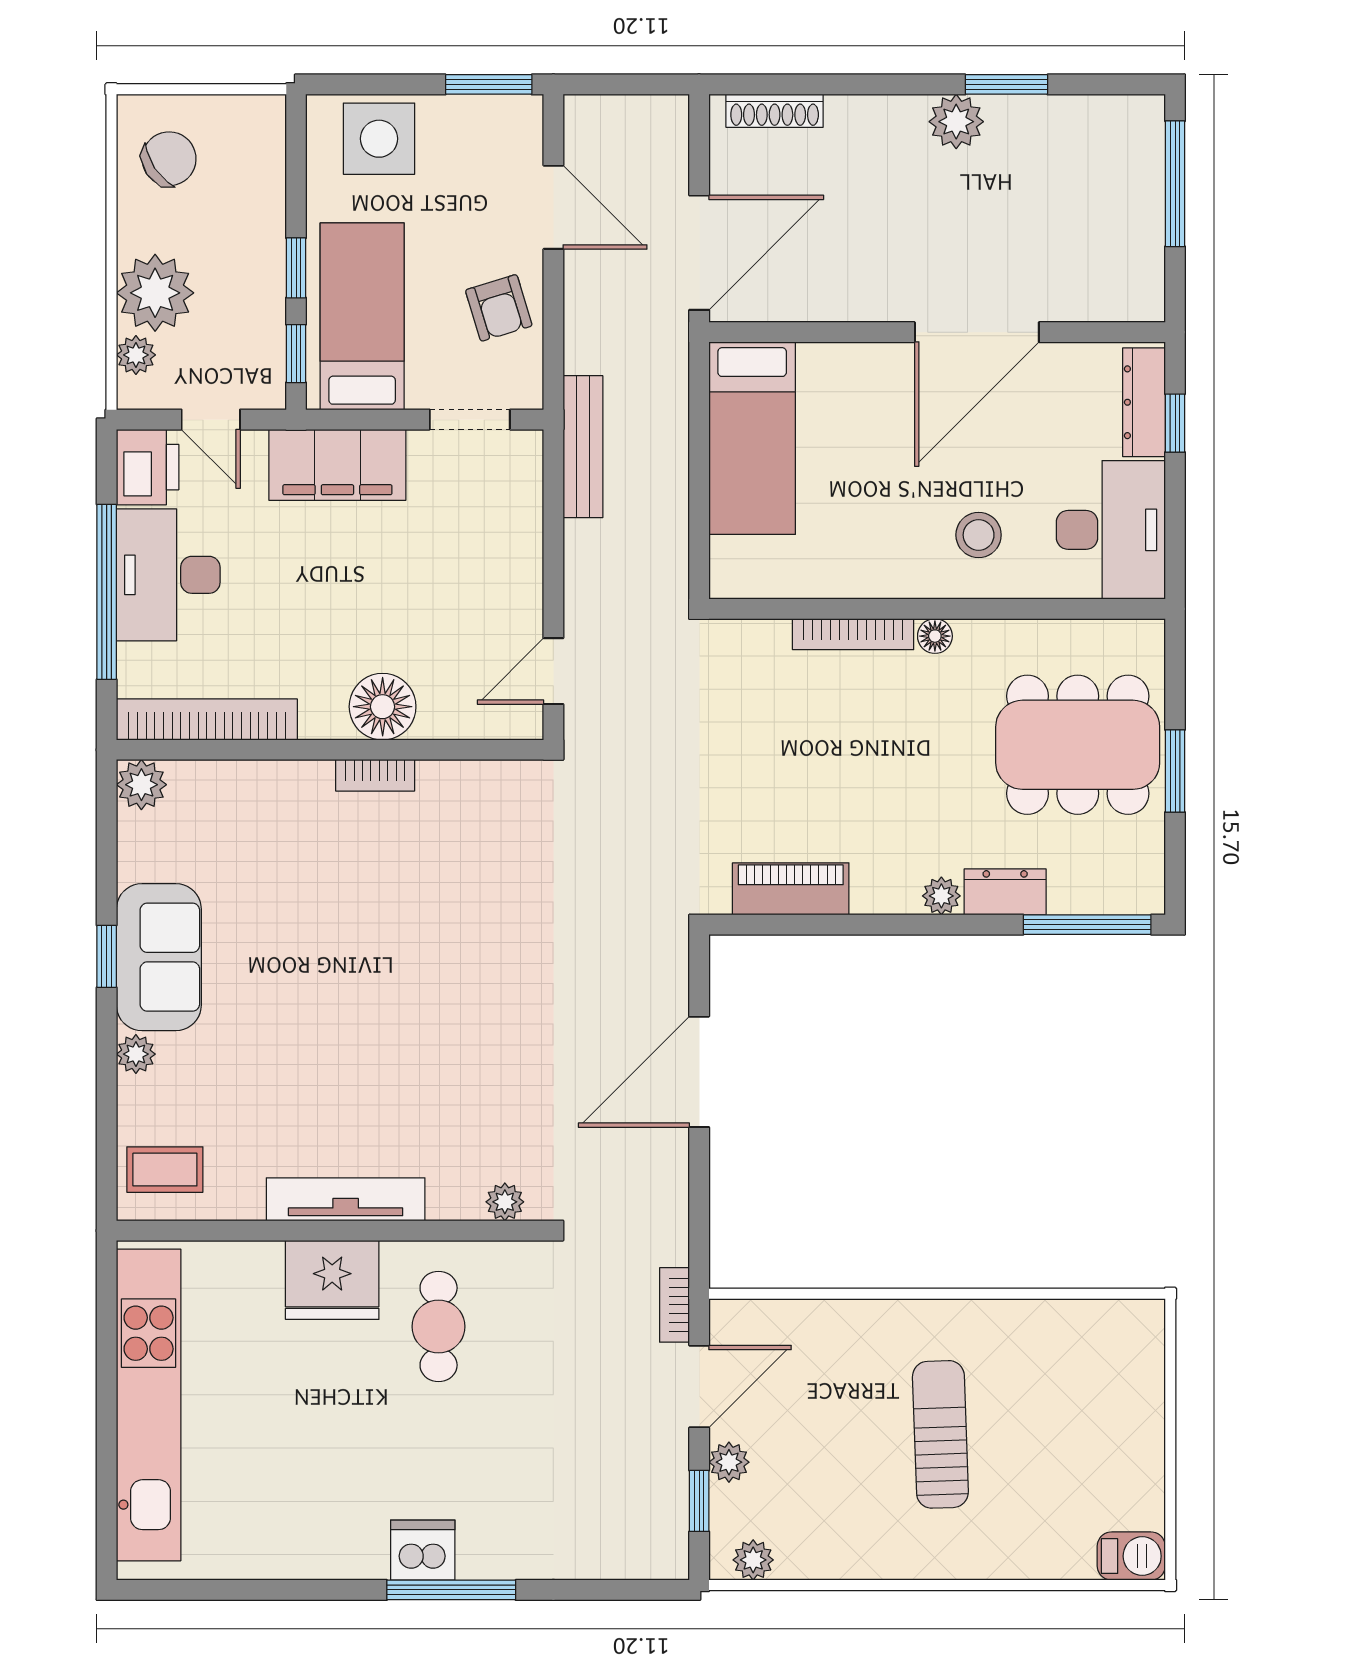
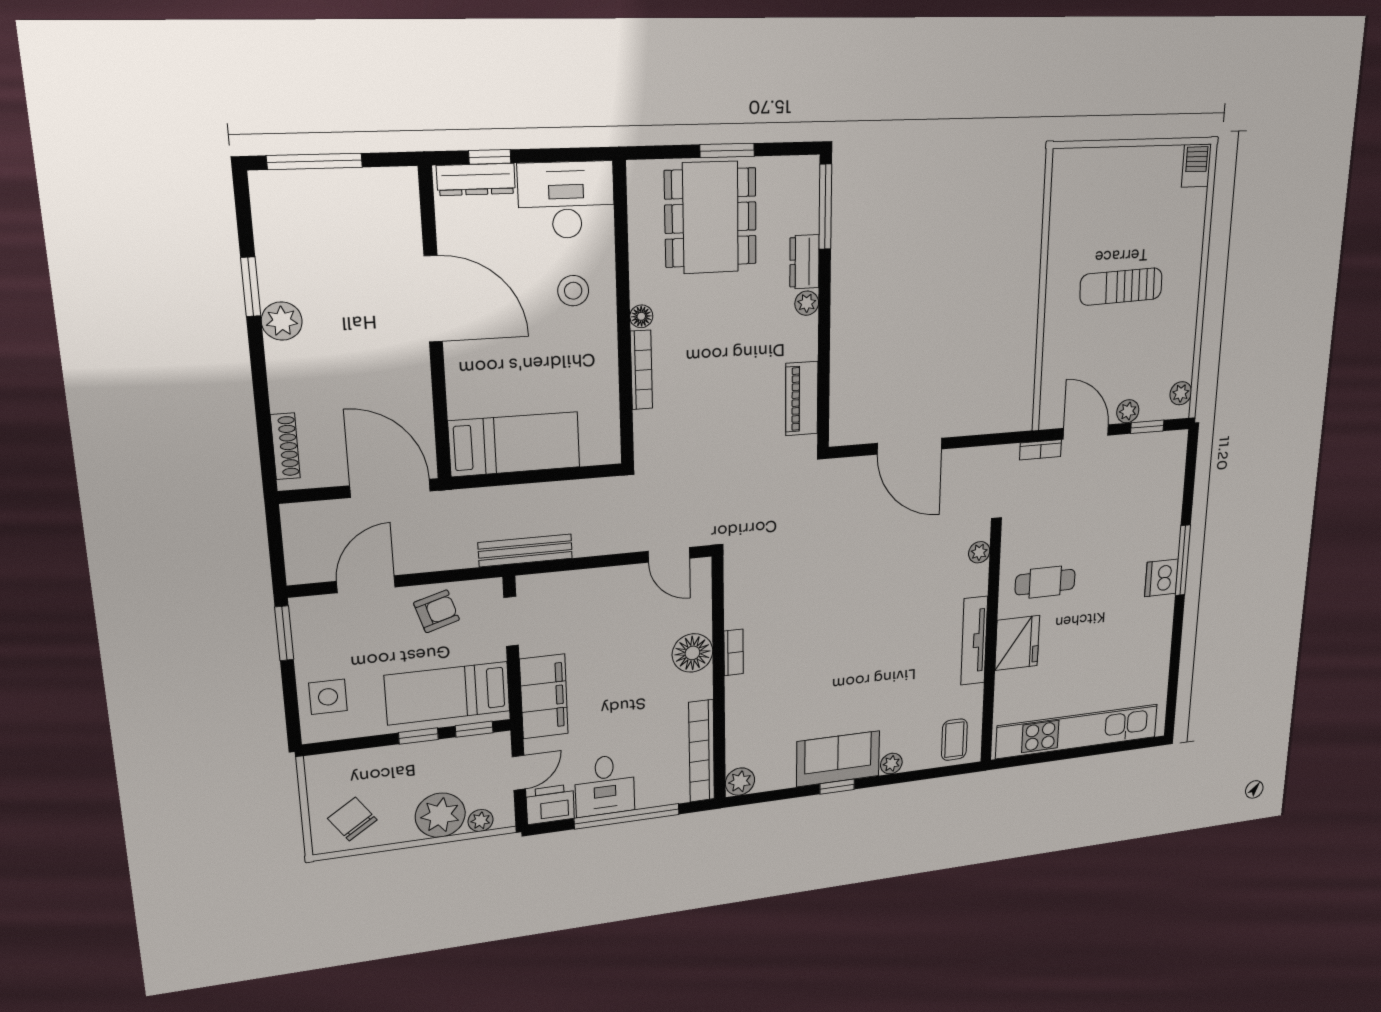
side table: (379, 139) -> (328, 697), width x0.73, depth x0.73
desk: (168, 575) -> (605, 785), width x0.73

